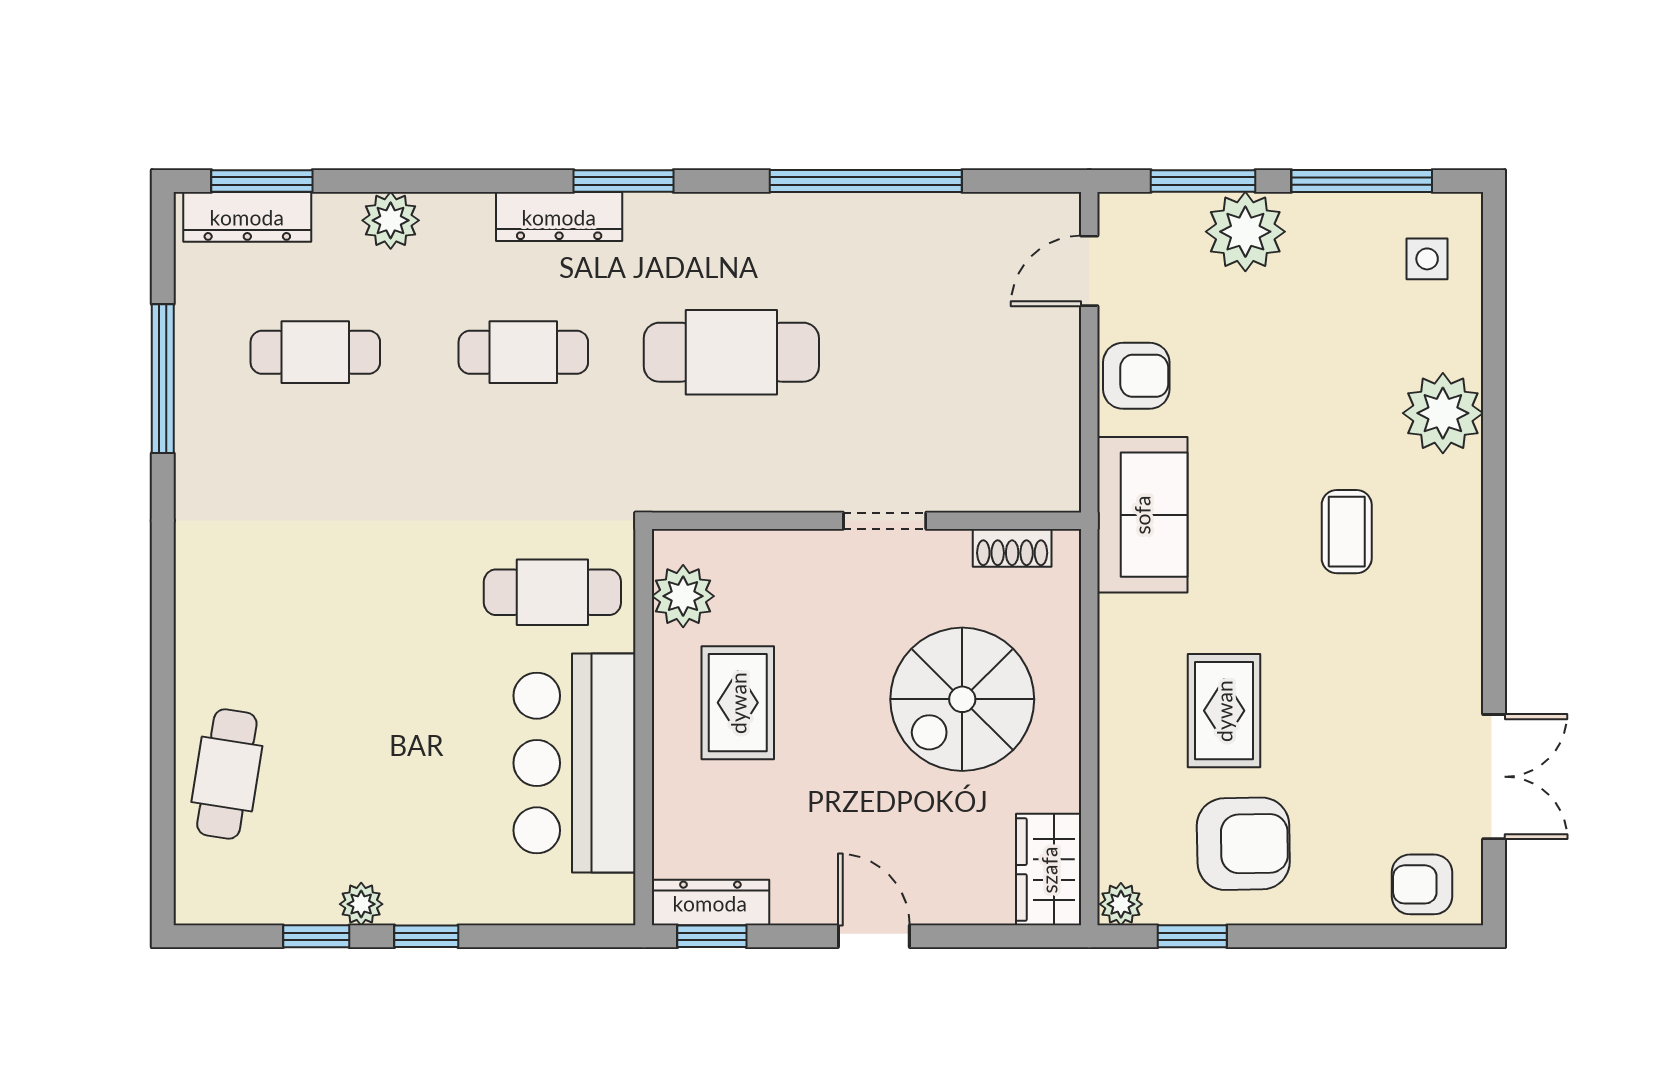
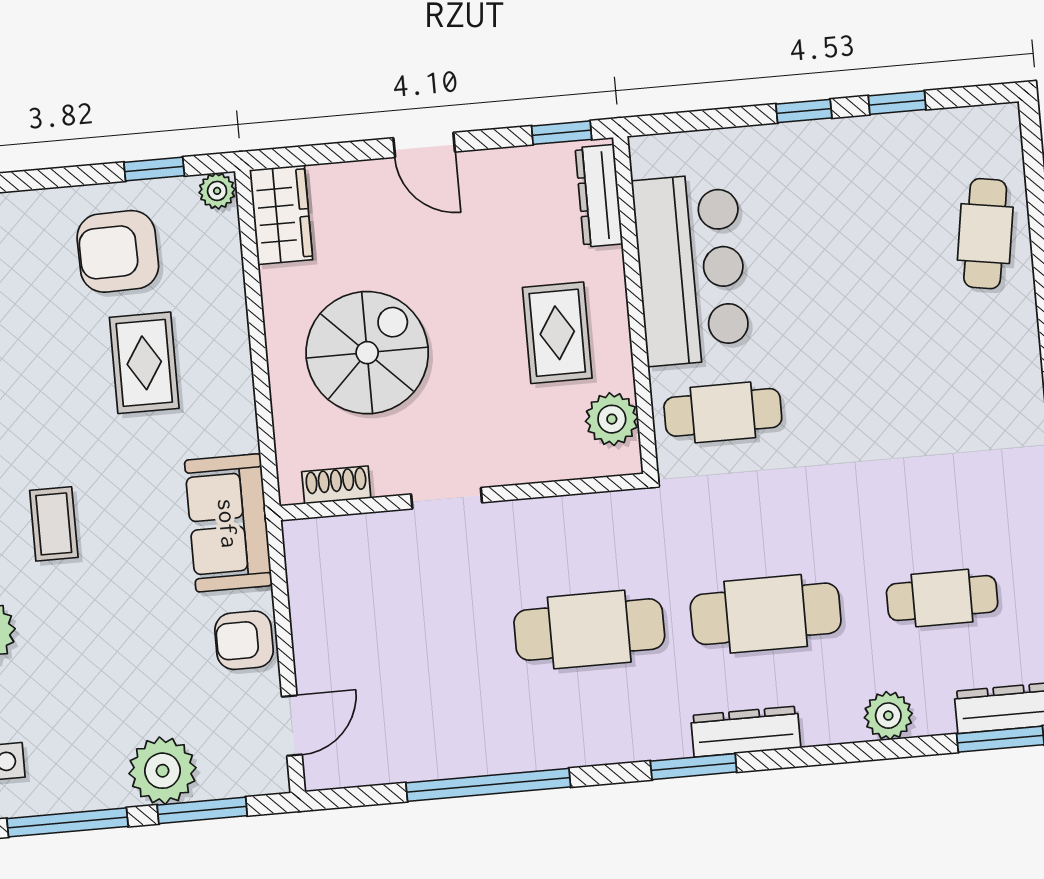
cafe table: (523, 352) -> (766, 614), width x1.37, depth x1.35
dresser: (710, 903) -> (599, 196), moved, turned 90
plant: (361, 904) -> (861, 134), removed

